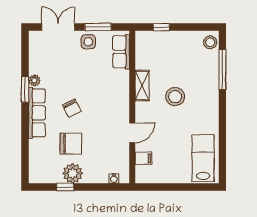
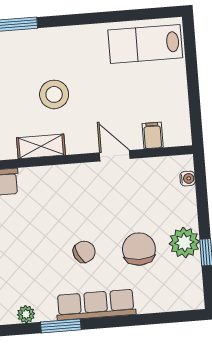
plant: (34, 80) -> (26, 314), moved

